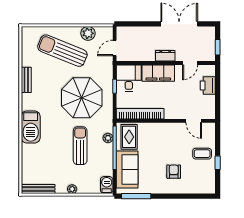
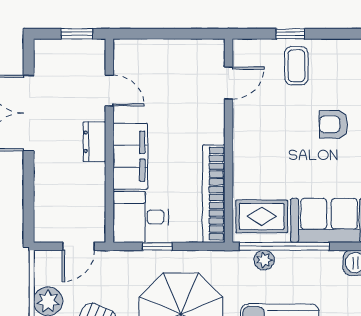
door: (115, 48) -> (78, 246), hinge flipped
printer: (208, 85) -> (156, 54), removed
window: (218, 163) -> (290, 34), moved

